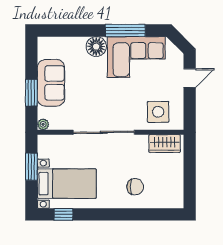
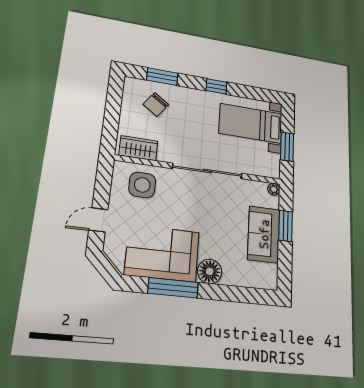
chair: (135, 187) -> (156, 104), moved, turned -55
window: (63, 214) -> (216, 86), moved
window: (151, 214) -> (162, 77), added

